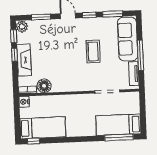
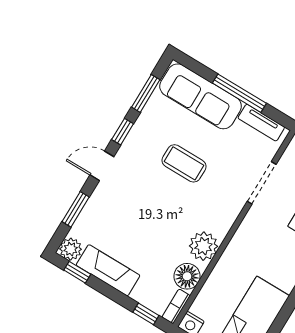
window: (14, 55) -> (146, 314), moved
fireplace: (24, 60) -> (108, 270), moved
plant: (62, 84) -> (203, 246), added

